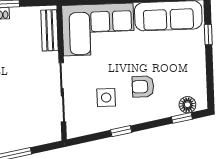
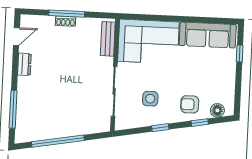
armchair: (143, 87) -> (190, 104), moved
window: (182, 118) -> (200, 123), moved

